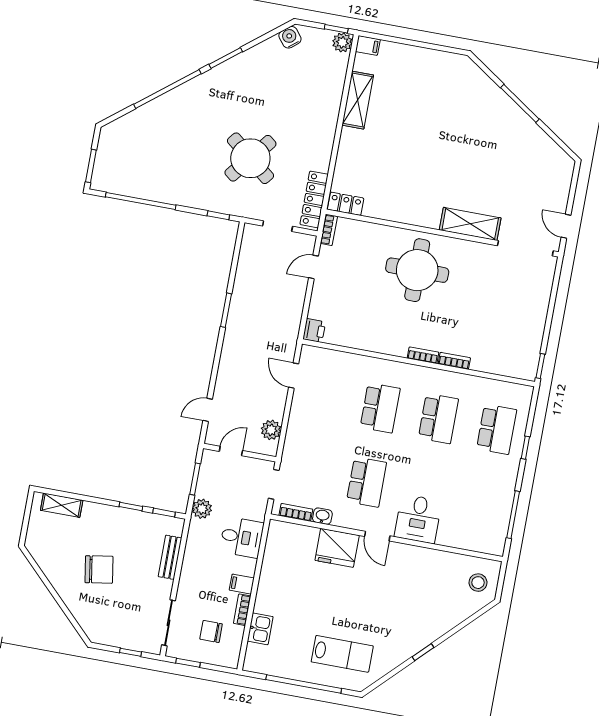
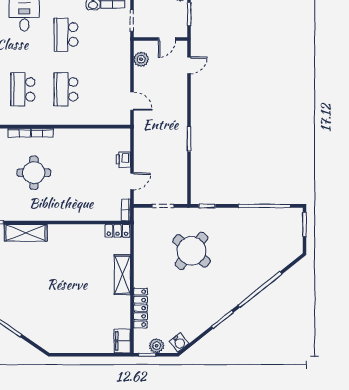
plant: (342, 42) -> (157, 346), moved
filing cabinet: (368, 45) -> (122, 341), width x2.00
shelving: (358, 100) -> (122, 275), moved
locker: (314, 199) -> (141, 308), moved
round table: (417, 270) -> (34, 173), moved, width x0.73, depth x0.73
printer: (314, 330) -> (123, 159), moved

